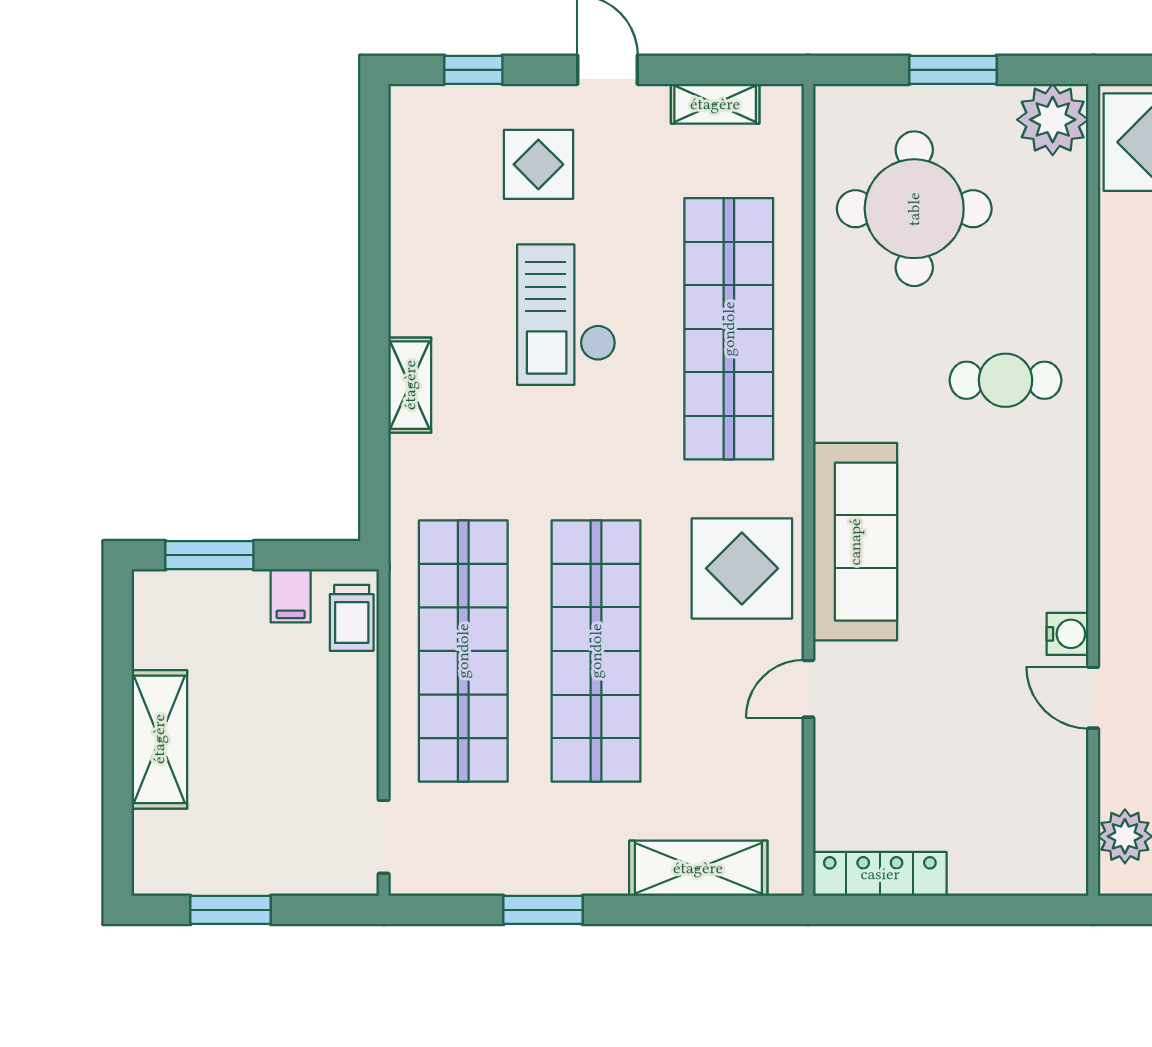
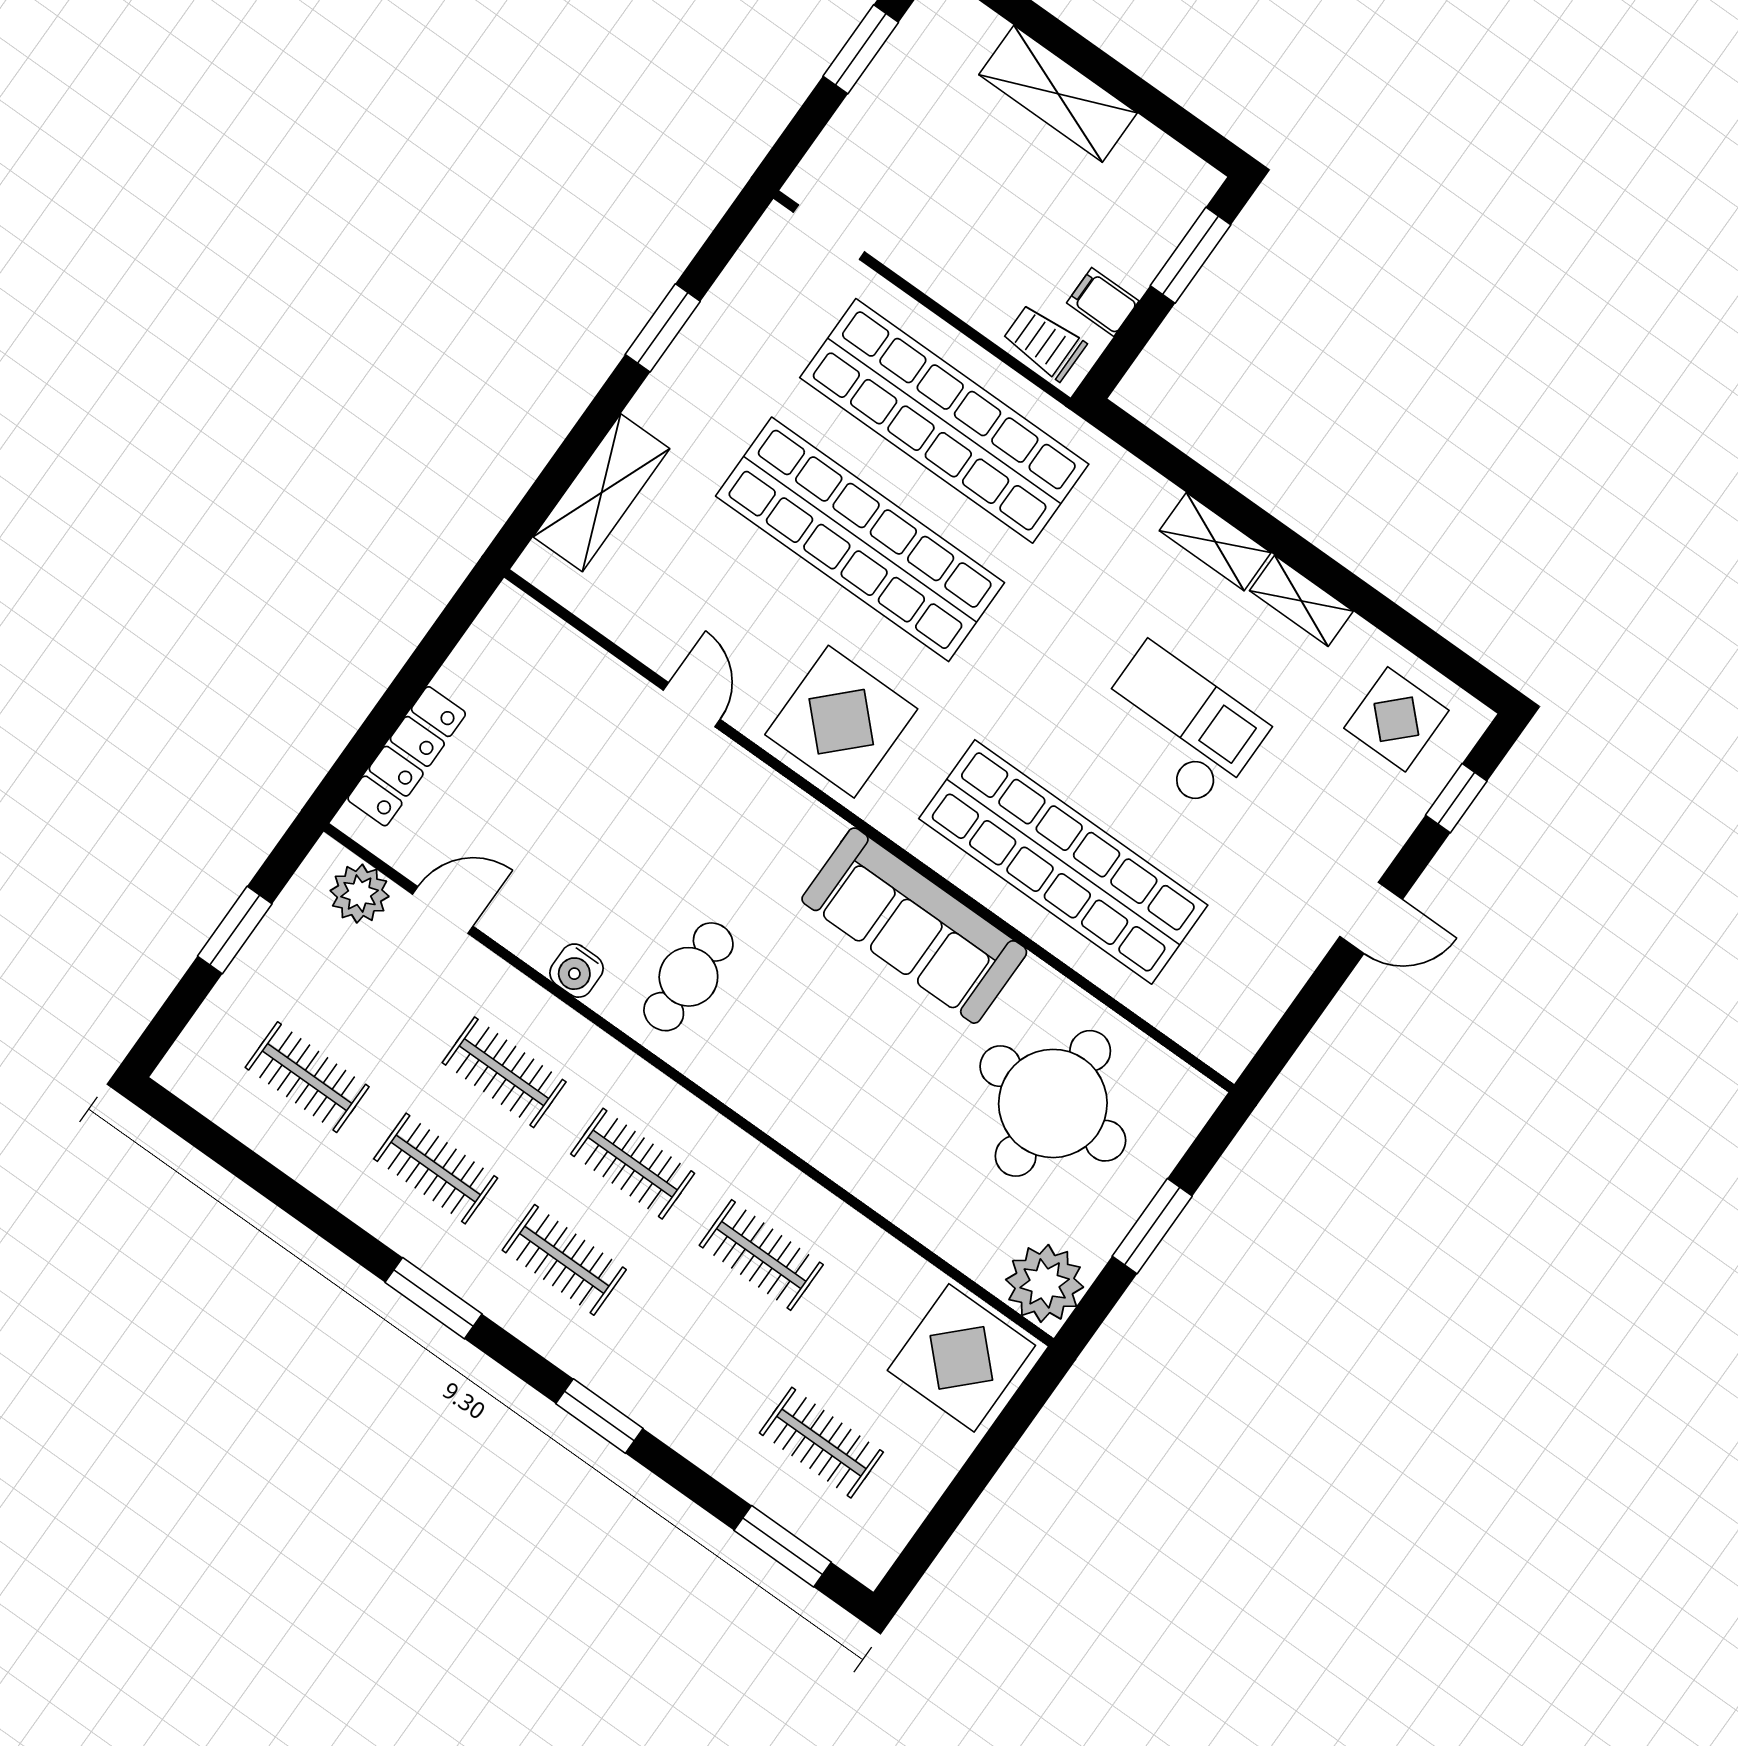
shelving: (715, 104) -> (1301, 601), moved, turned 90
display table: (538, 164) -> (1396, 719), moved
cafe table: (1005, 380) -> (688, 977), moved
sofa: (855, 542) -> (914, 926), moved
door: (1093, 698) -> (443, 910), moved
locker: (880, 874) -> (407, 756), moved

